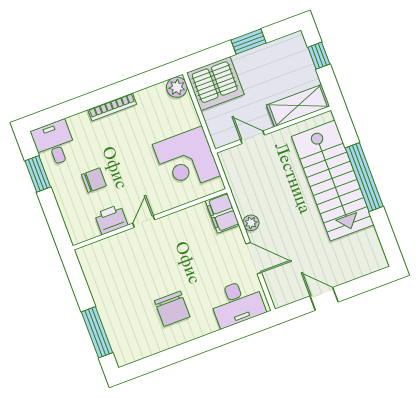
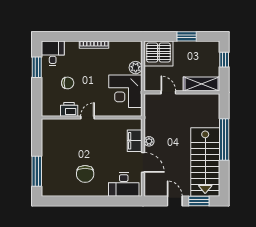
plant: (177, 87) -> (136, 68), moved
stairs: (333, 181) -> (205, 162), moved
filing cabinet: (222, 213) -> (135, 141), moved
window: (361, 285) -> (199, 201), added

